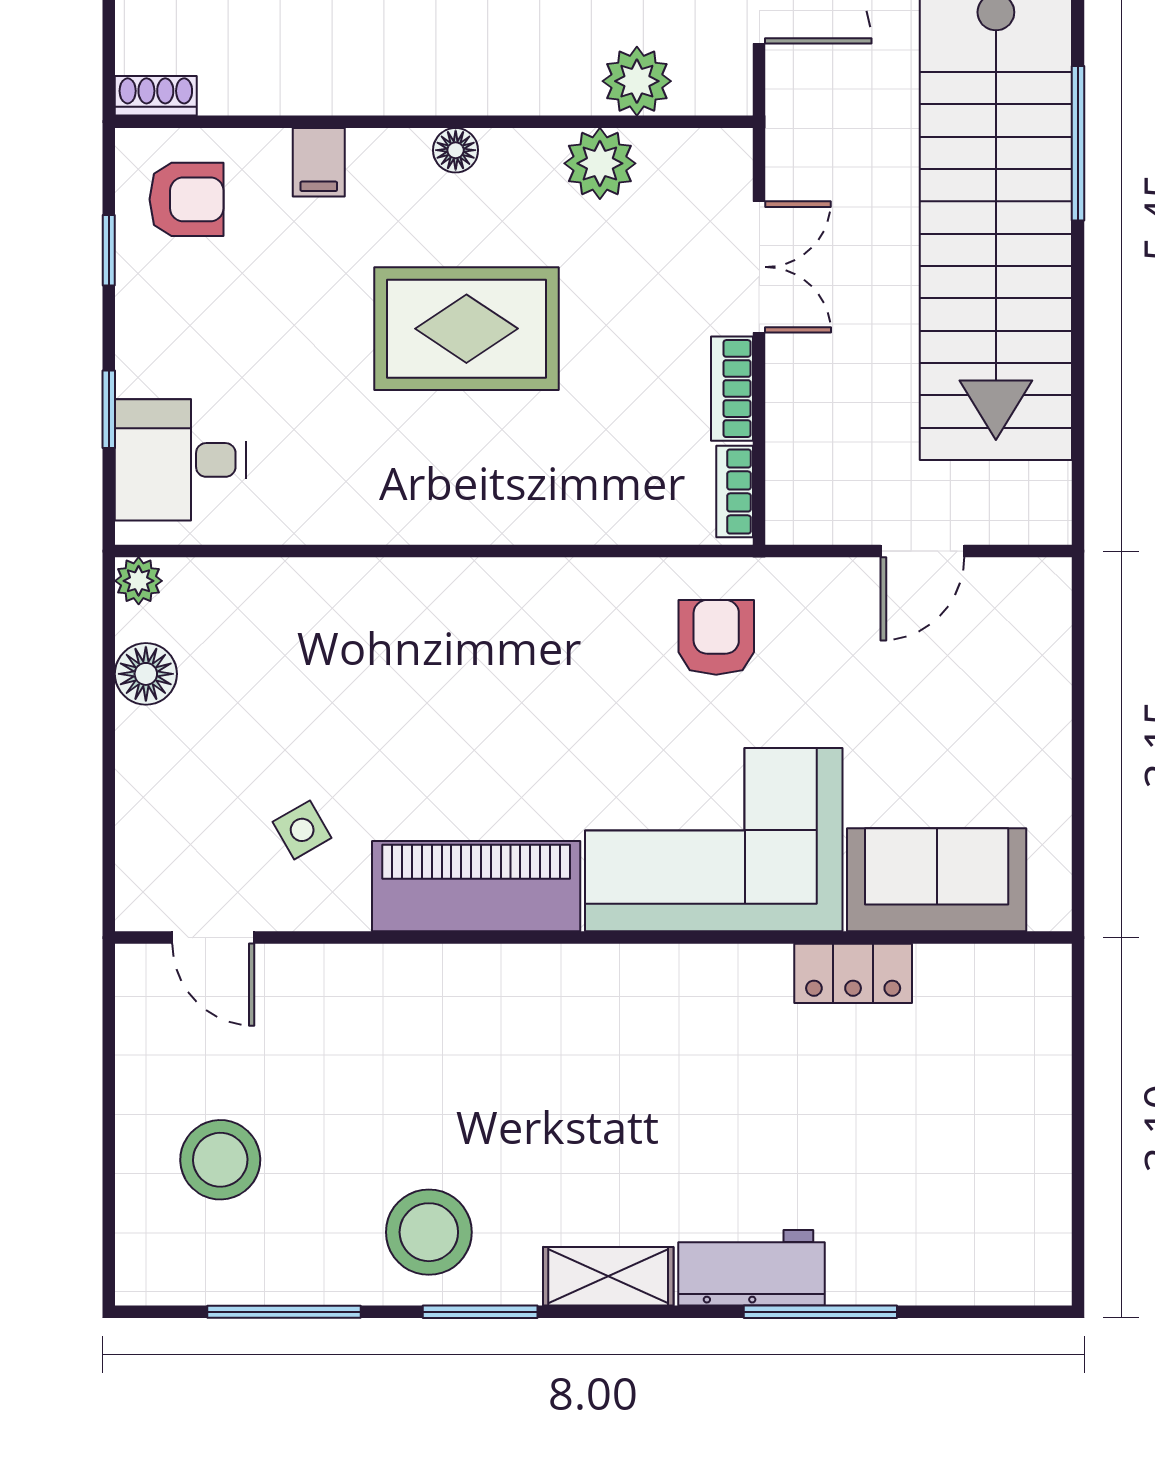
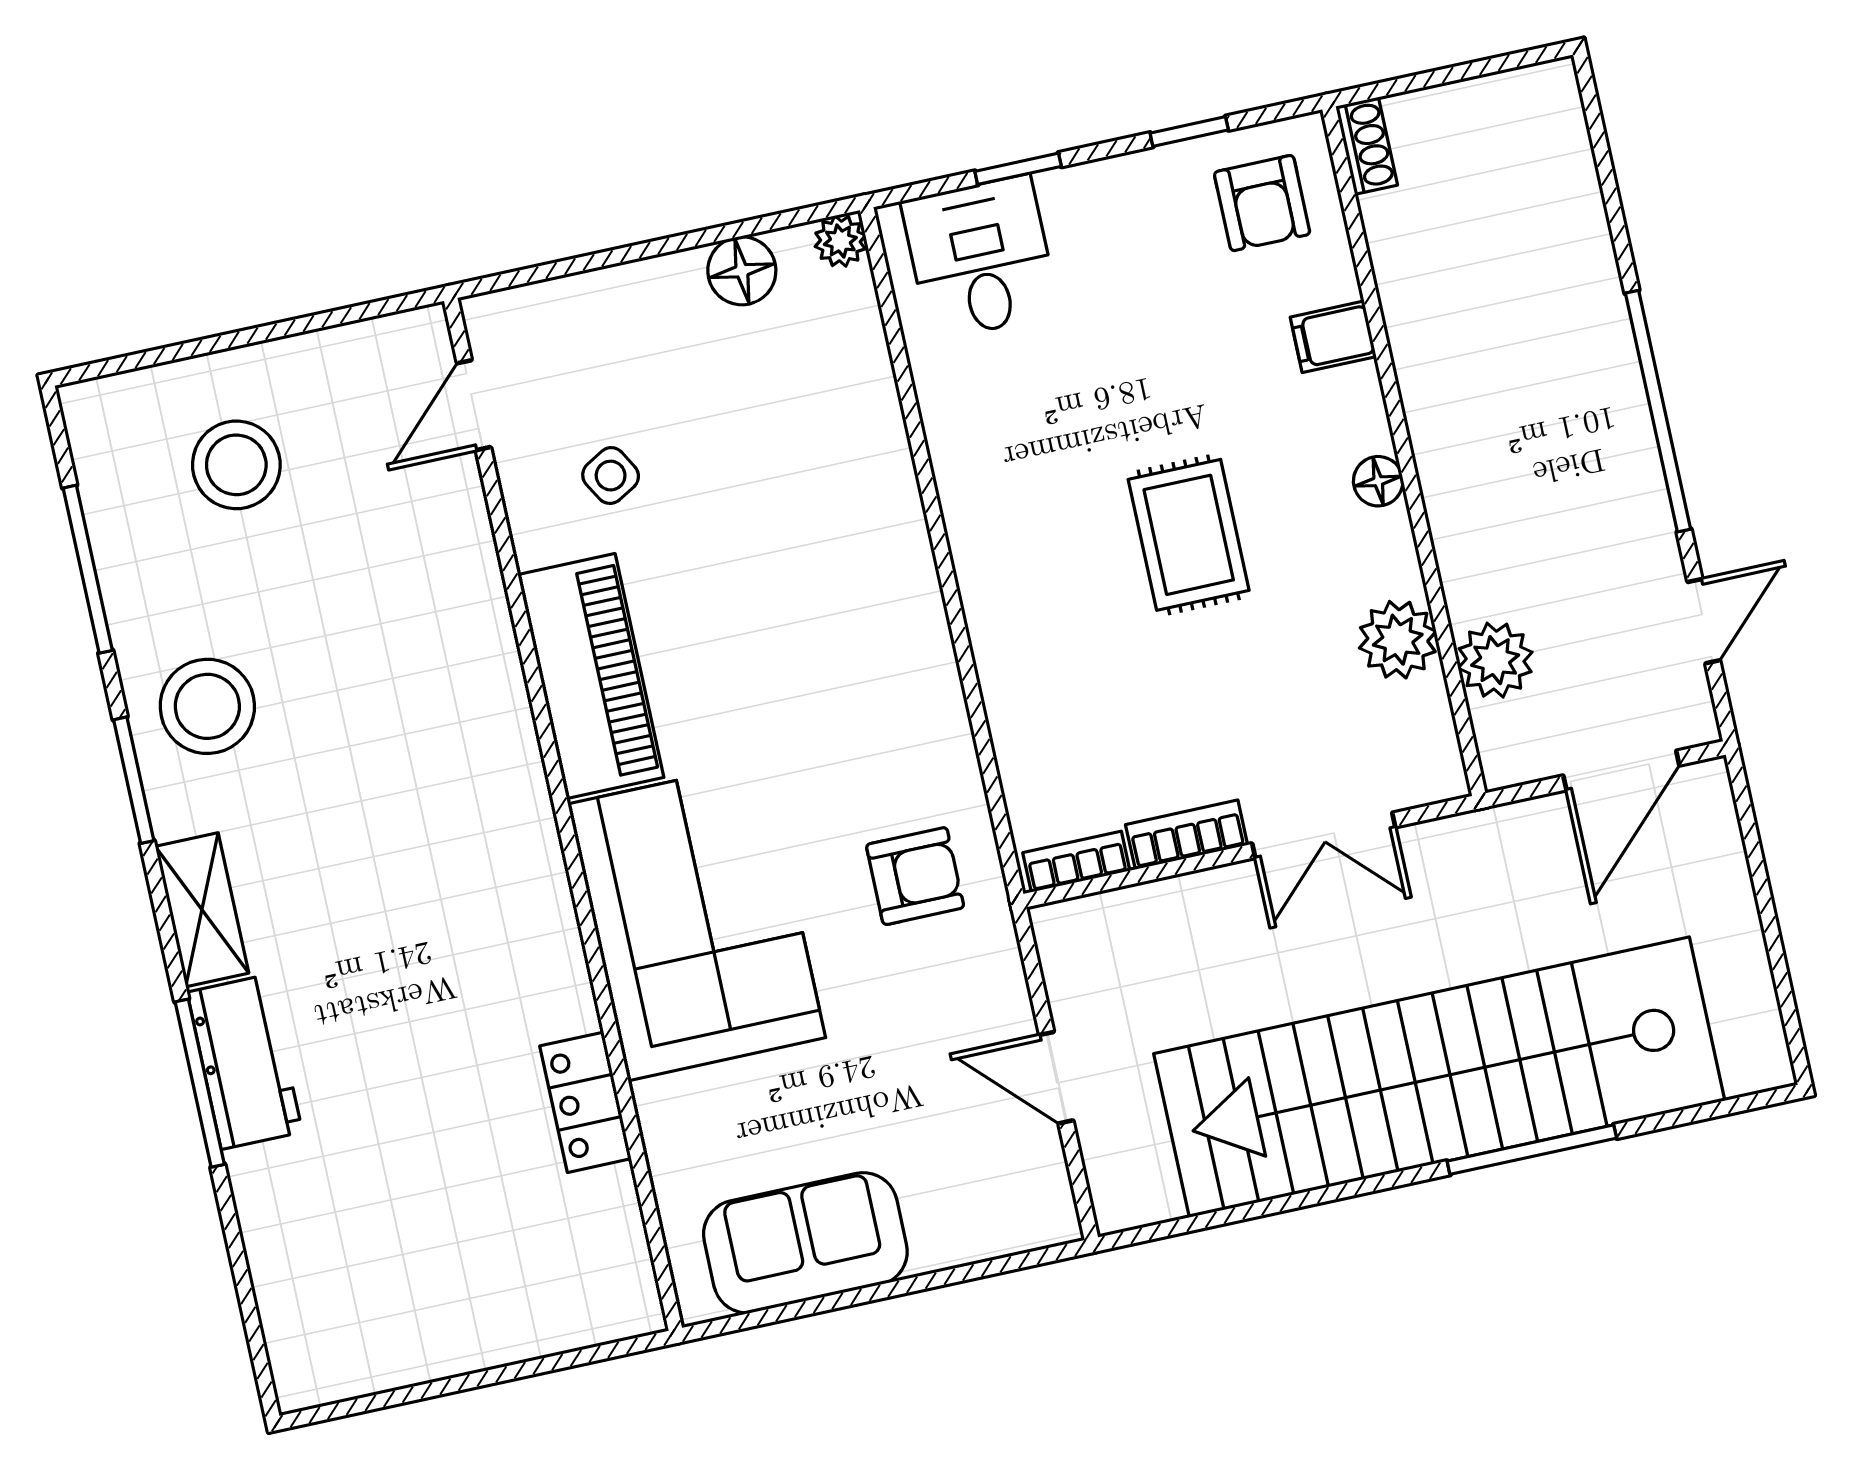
rug: (466, 329) -> (1189, 535), width x0.73, depth x0.70
sofa: (937, 880) -> (805, 1243), moved, turned -90
window: (820, 1312) -> (200, 1083), moved

